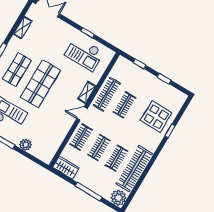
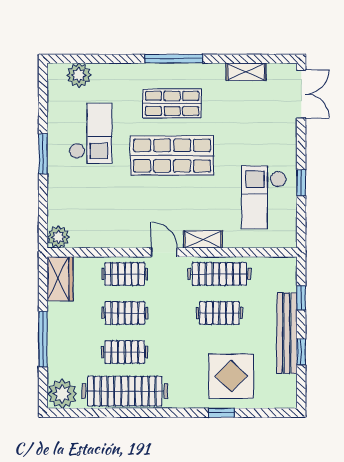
bench: (152, 80) -> (287, 333), added
plant: (26, 145) -> (58, 237), moved

